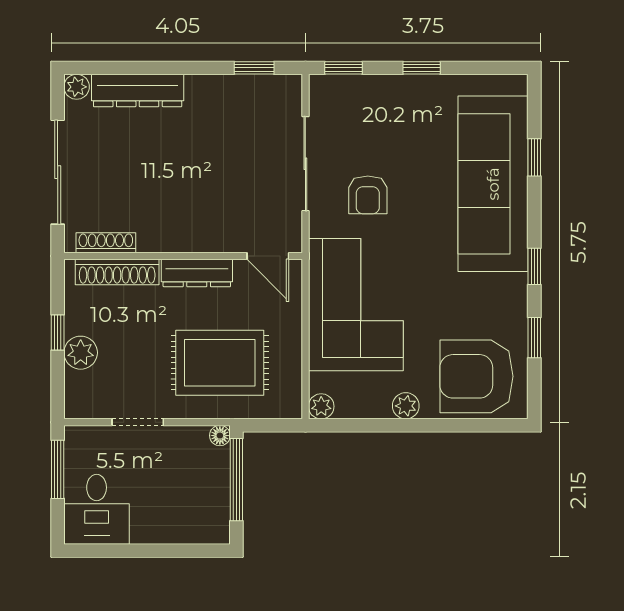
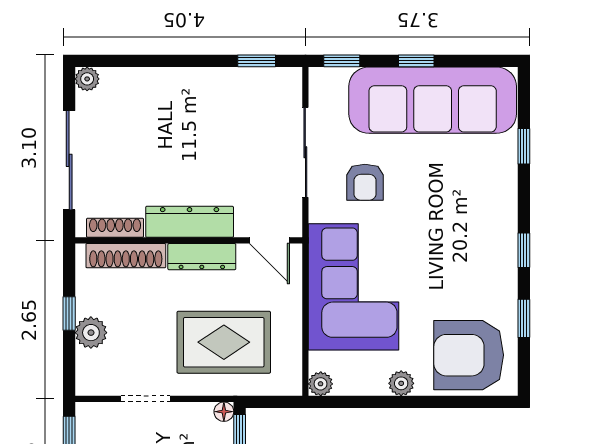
dresser: (138, 91) -> (190, 222), moved, turned 180
sofa: (493, 184) -> (433, 100), moved, turned -90

